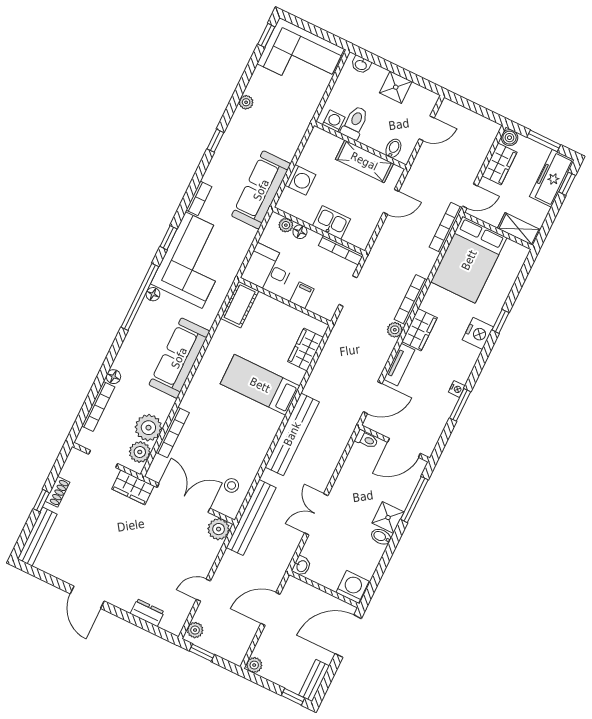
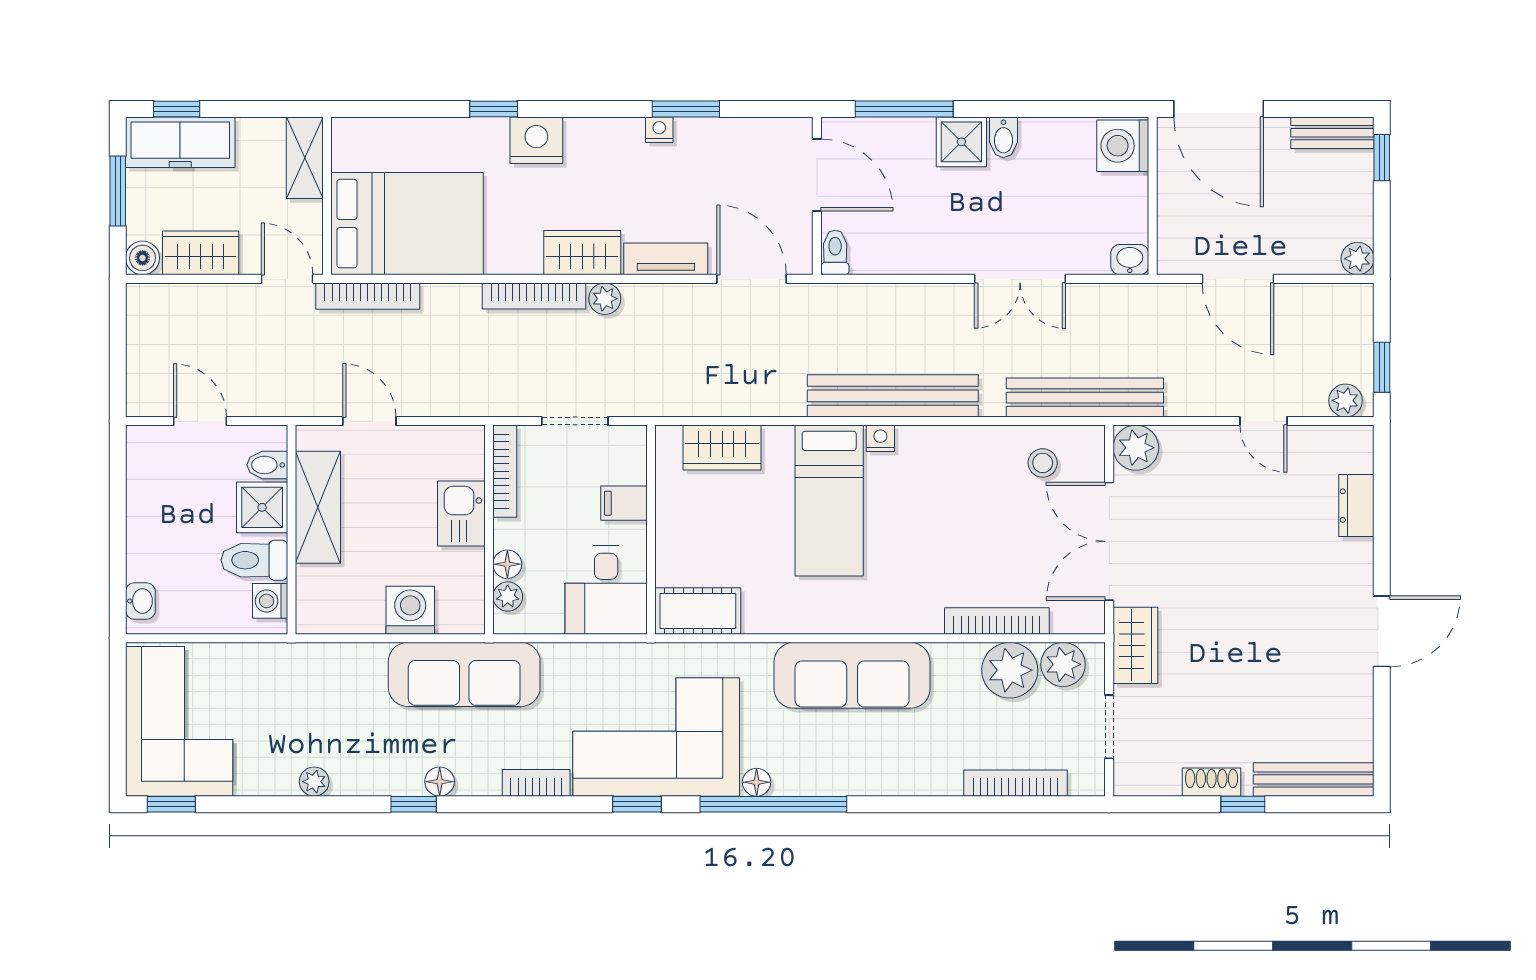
shower: (396, 87) -> (262, 507), moved
floor lamp: (113, 377) -> (440, 782), moved
nightstand: (276, 420) -> (880, 438), added

